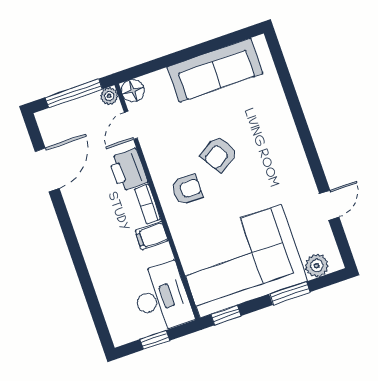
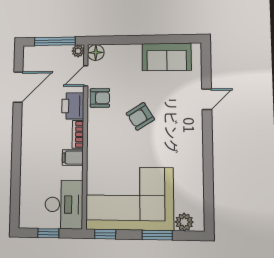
sofa: (215, 70) -> (167, 57), width x0.73
armchair: (187, 189) -> (100, 98), moved
door: (329, 205) -> (207, 99), moved

